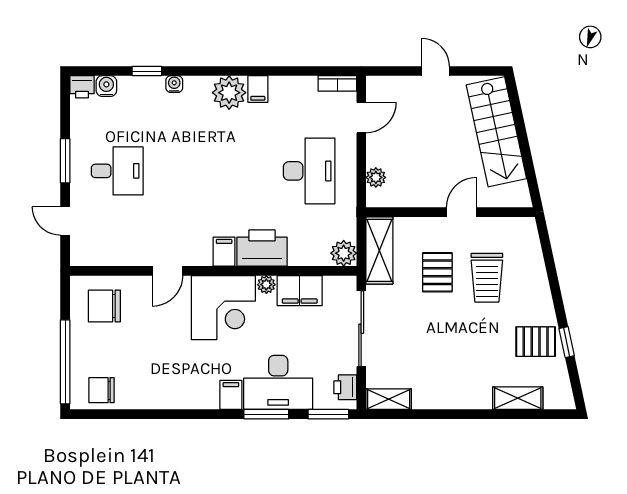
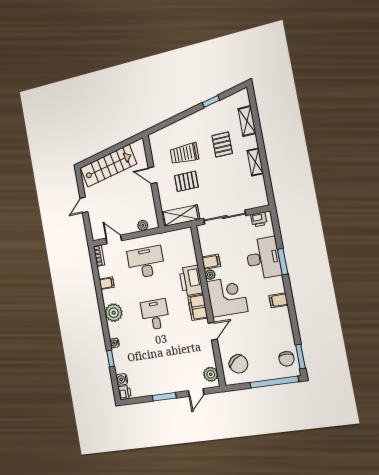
filing cabinet: (258, 89) -> (107, 283), moved
desk: (117, 171) -> (155, 315), moved
filing cabinet: (224, 252) -> (198, 307), width x2.00
plant: (344, 253) -> (211, 374), moved
door: (167, 271) -> (213, 331), hinge flipped
trolley: (487, 278) -> (184, 154), turned 180
filing cabinet: (300, 291) -> (211, 262), width x0.50
chair: (104, 306) -> (239, 364), turned -39
pallet: (536, 342) -> (222, 144), moved
filing cabinet: (231, 395) -> (278, 300), moved
shelving: (389, 399) -> (255, 162), moved
window: (328, 414) -> (300, 357), moved

